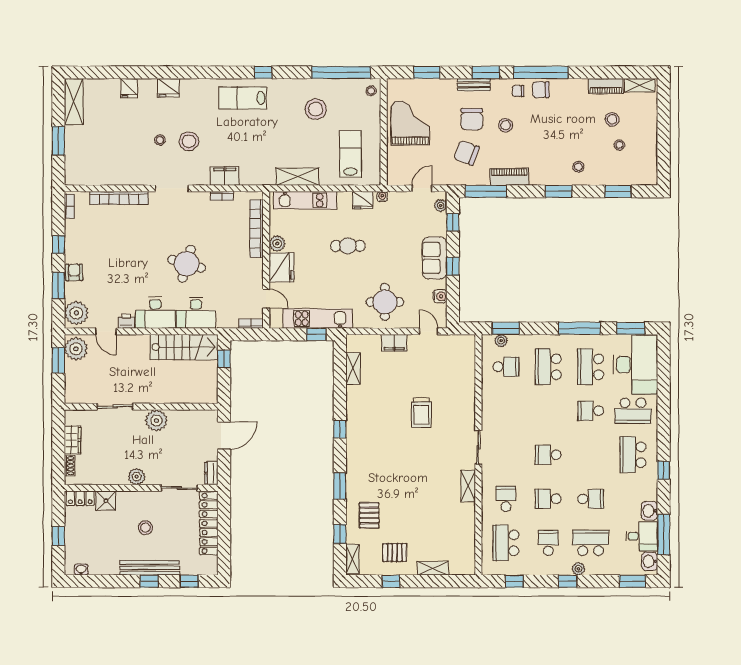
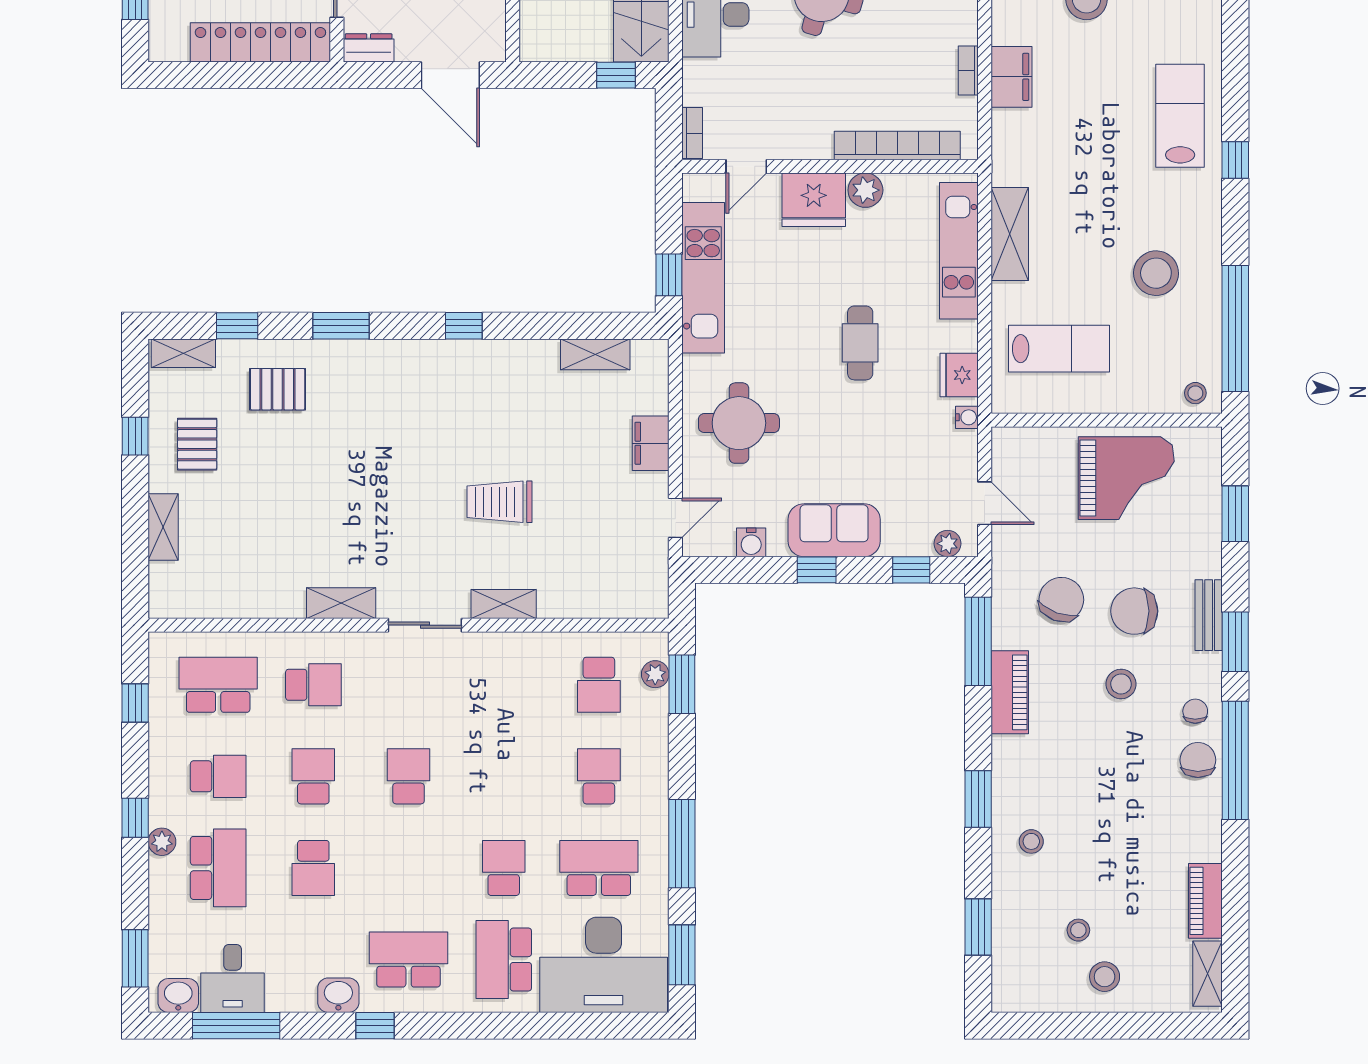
stool: (612, 119) -> (1105, 977), moved
school desk: (548, 367) -> (599, 776), width x0.54
shelving: (469, 411) -> (504, 604), added
washbasin: (649, 511) -> (338, 995), moved

